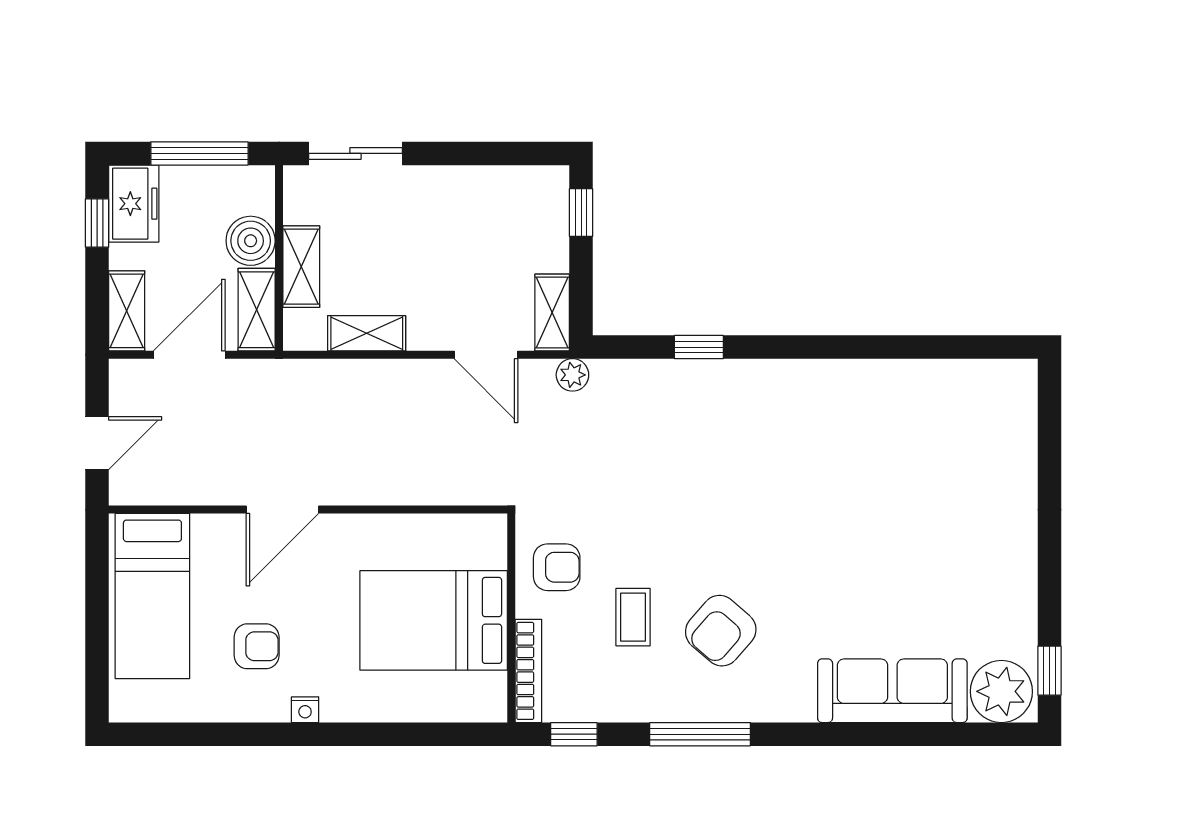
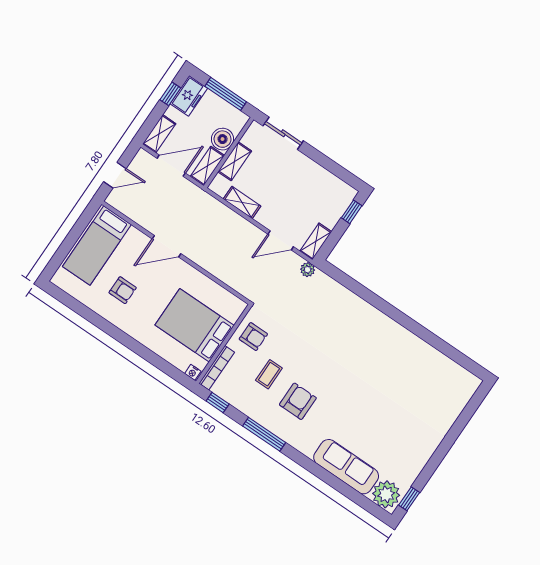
window: (699, 347) -> (361, 291), removed
door: (486, 355) -> (281, 240), hinge flipped
armchair: (721, 631) -> (298, 401), turned 139
nightstand: (305, 710) -> (193, 372), moved

